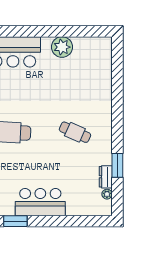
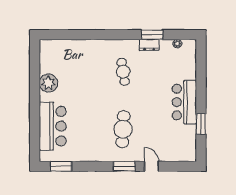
cafe table: (75, 132) -> (123, 72), turned -33
dresser: (106, 177) -> (149, 45), moved

